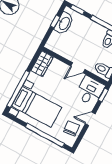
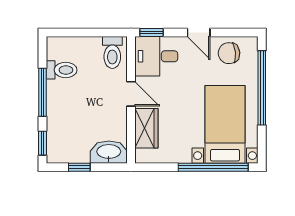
washbasin: (64, 23) -> (109, 152), moved
wardrobe: (42, 64) -> (146, 128), moved, turned 90

